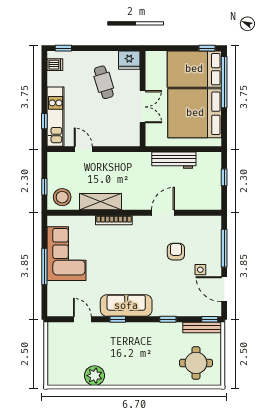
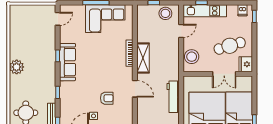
cafe table: (104, 82) -> (230, 46), width x1.37, depth x1.35
double door: (143, 107) -> (224, 74), moved
stool: (119, 135) -> (192, 57), added
stool: (62, 197) -> (165, 13), moved
shelving: (101, 202) -> (143, 58), moved
door: (82, 319) -> (58, 19), moved
plant: (94, 376) -> (17, 67), moved

